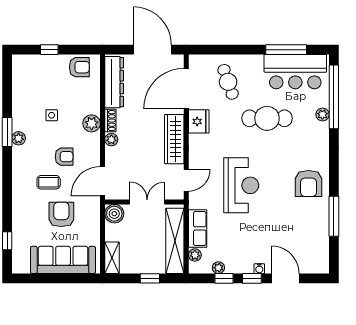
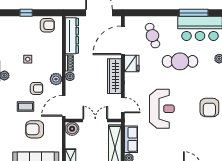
plant: (92, 123) -> (56, 79), moved
door: (186, 180) -> (123, 105), hinge flipped
armchair: (61, 214) -> (35, 129), turned -90

